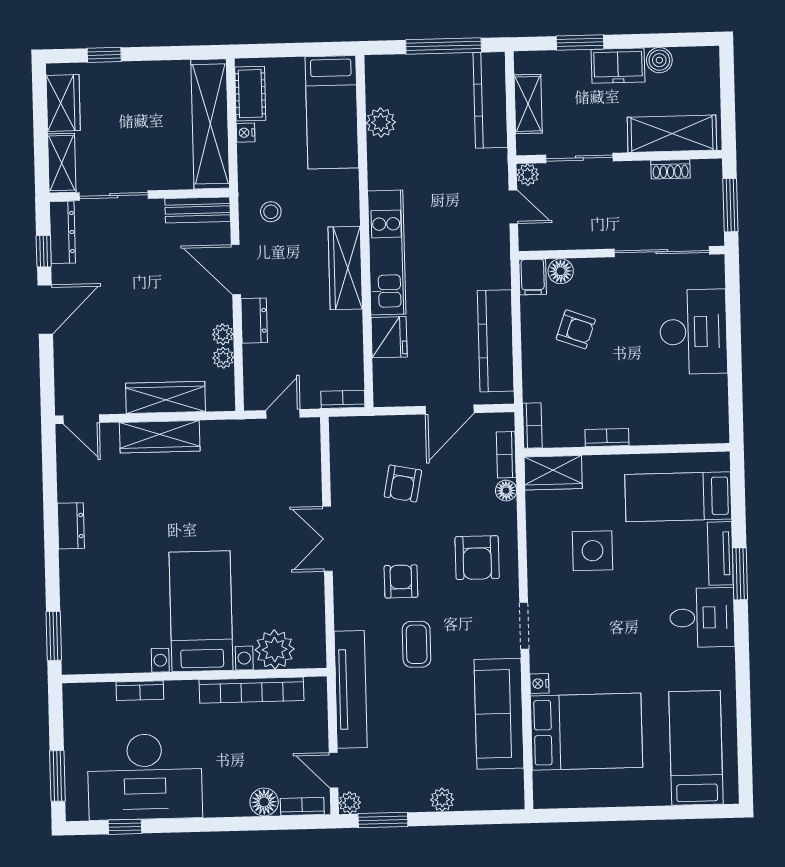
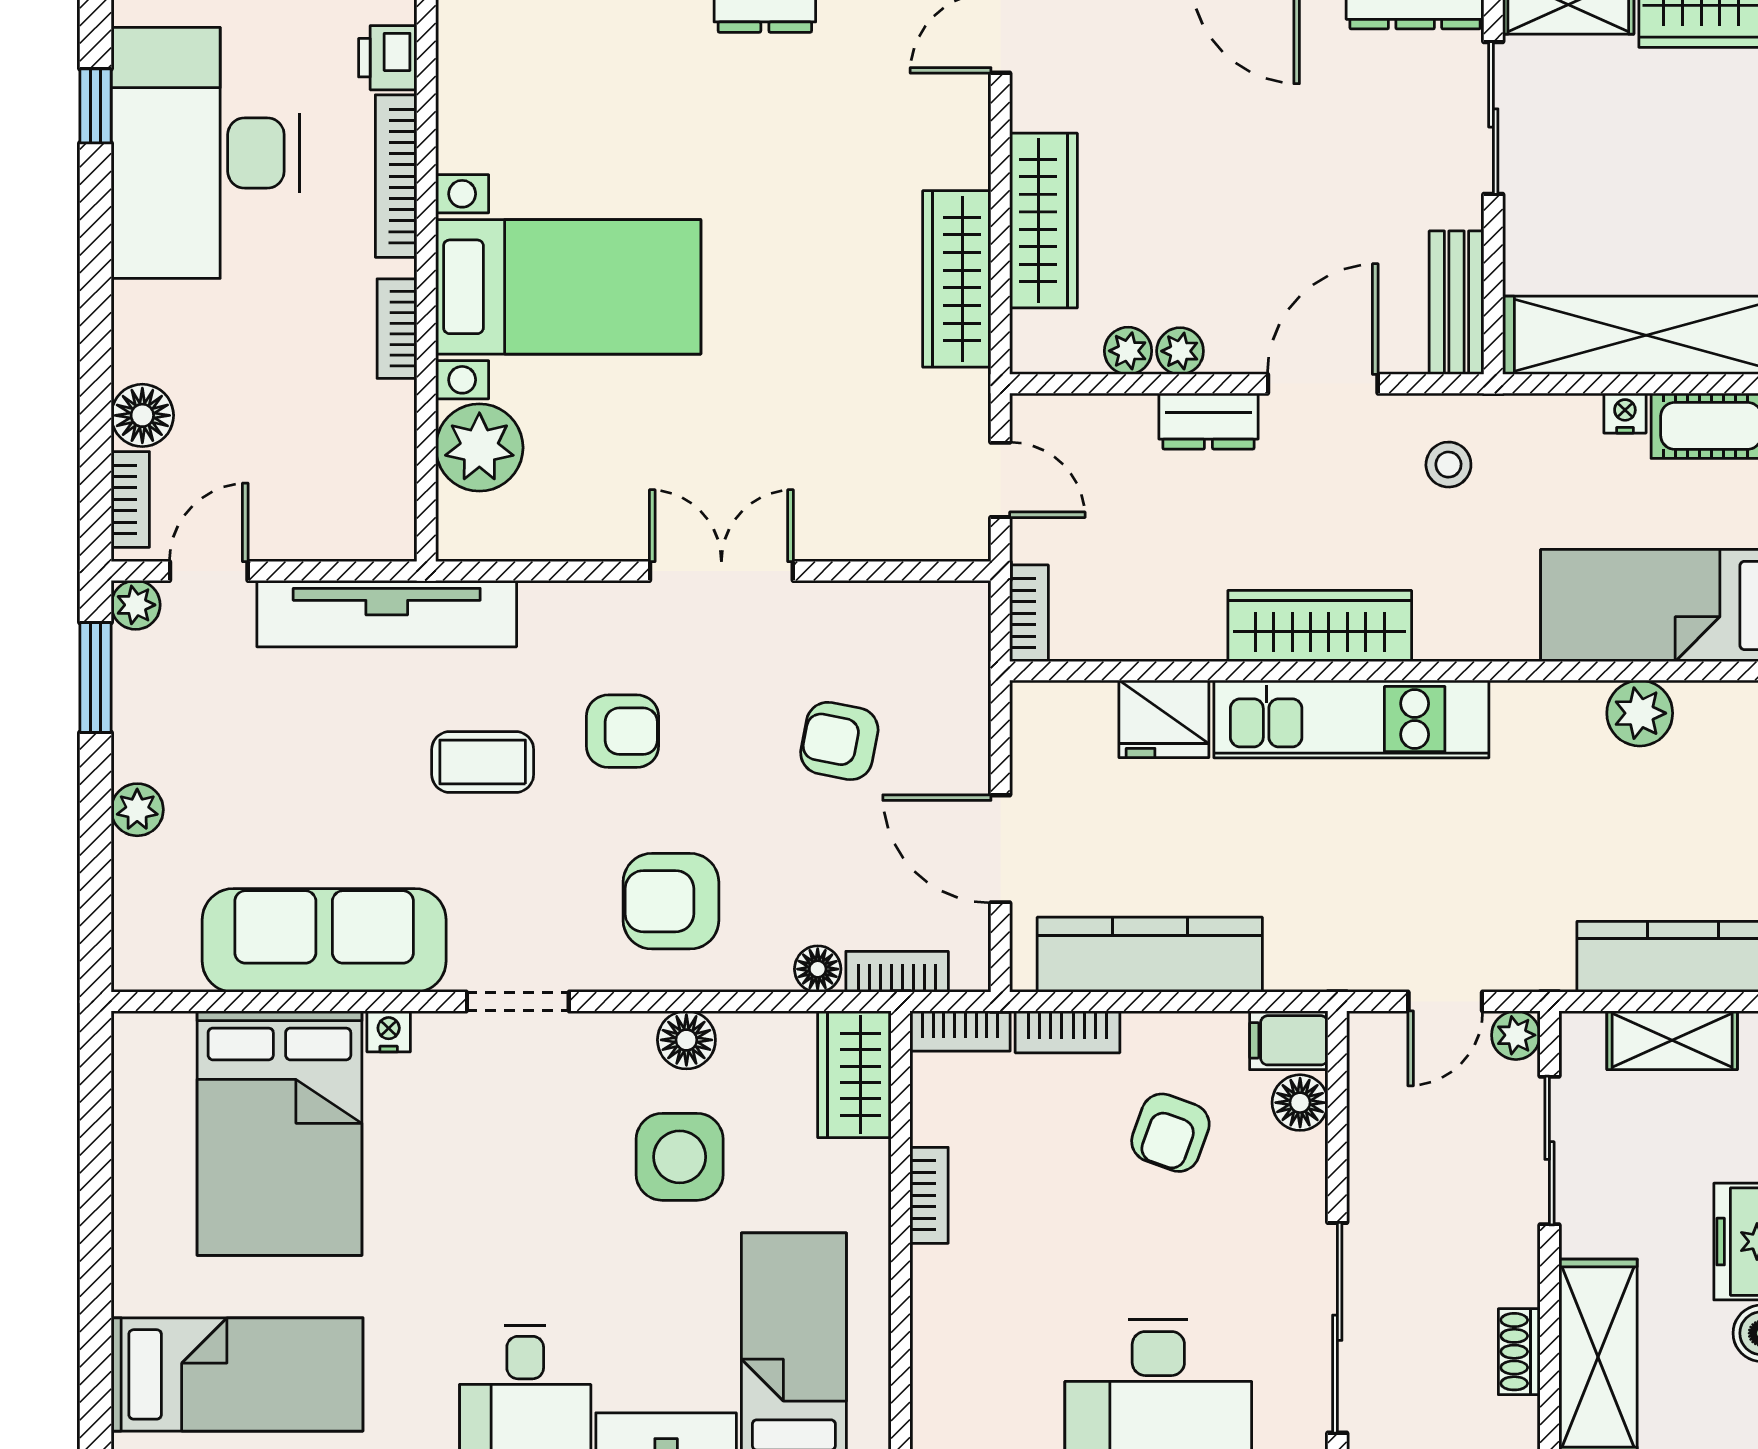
bookcase: (531, 377) -> (1068, 1032), added
wardrobe: (160, 437) -> (957, 279), moved
floor lamp: (540, 549) -> (686, 1040), added
bookcase: (251, 690) -> (397, 329), width x0.43, depth x0.76
bookcase: (140, 691) -> (396, 176), width x1.56
printer: (100, 695) -> (388, 58), added

